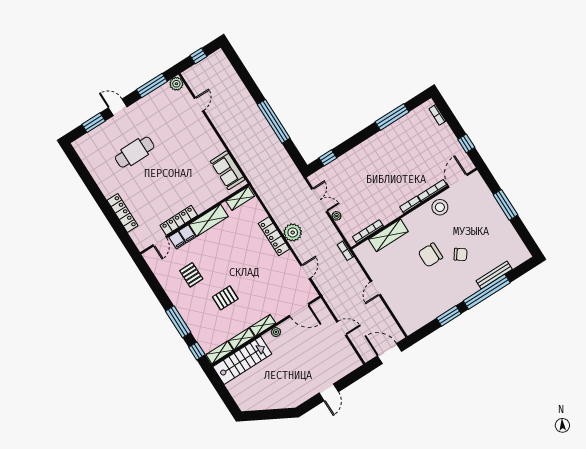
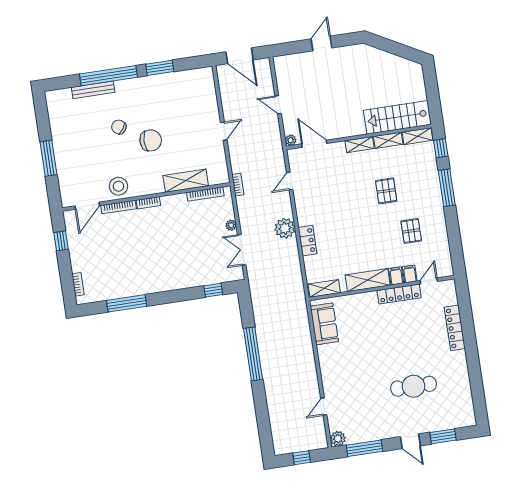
locker: (274, 236) -> (308, 241), width x0.66
pallet: (225, 298) -> (386, 191), turned 90
plant: (276, 332) -> (291, 140), moved

